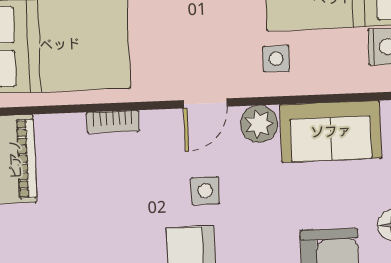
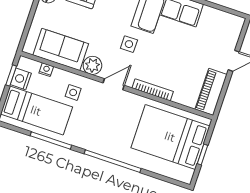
nightstand: (343, 83) -> (46, 70), added
bookcase: (113, 122) -> (153, 90), width x1.56

